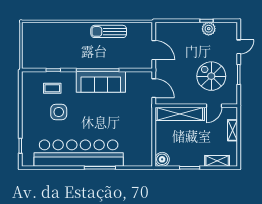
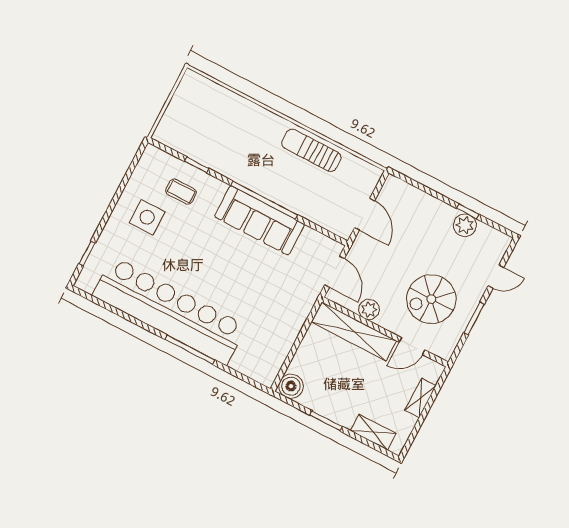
spiral stairs: (211, 76) -> (431, 299), turned -90
plant: (182, 98) -> (369, 309), added
side table: (59, 112) -> (147, 217), moved

